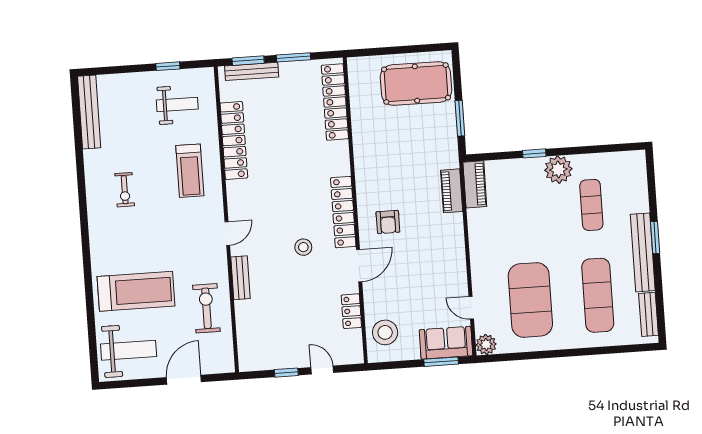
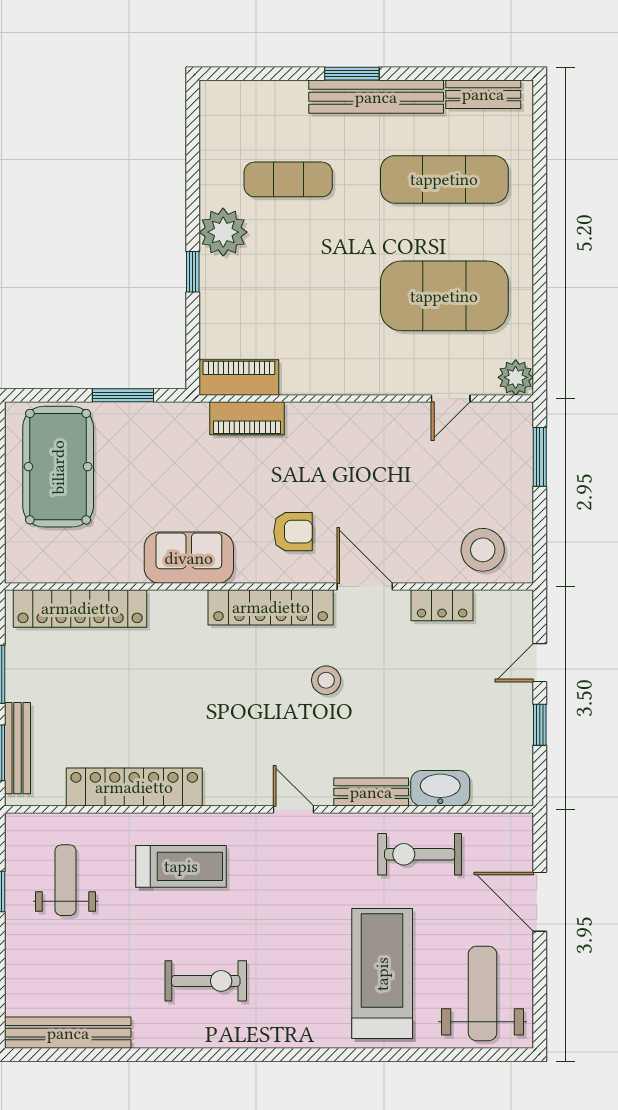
exercise bike: (125, 190) -> (206, 981), width x1.38, depth x1.39
washbasin: (245, 318) -> (440, 788), added
sofa: (446, 343) -> (189, 558), moved, turned 90

